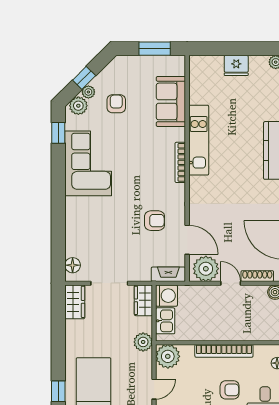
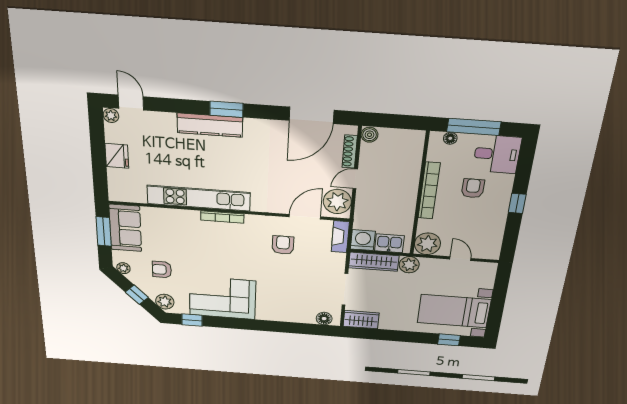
plant: (88, 92) -> (123, 268), moved
sofa: (171, 101) -> (125, 228), moved, turned -90
kitchen unit: (199, 140) -> (199, 198), width x1.36
wardrobe: (143, 300) -> (374, 262), width x1.50

